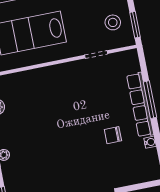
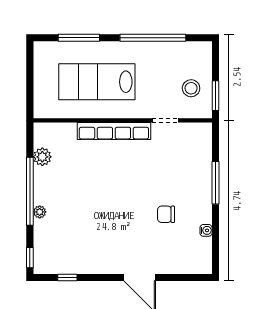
row of seats: (140, 105) -> (114, 131), moved, turned -90

